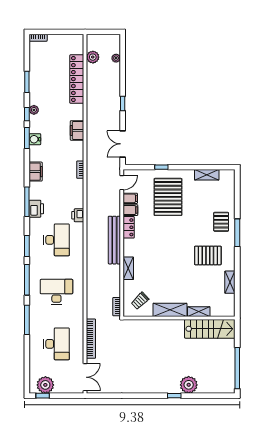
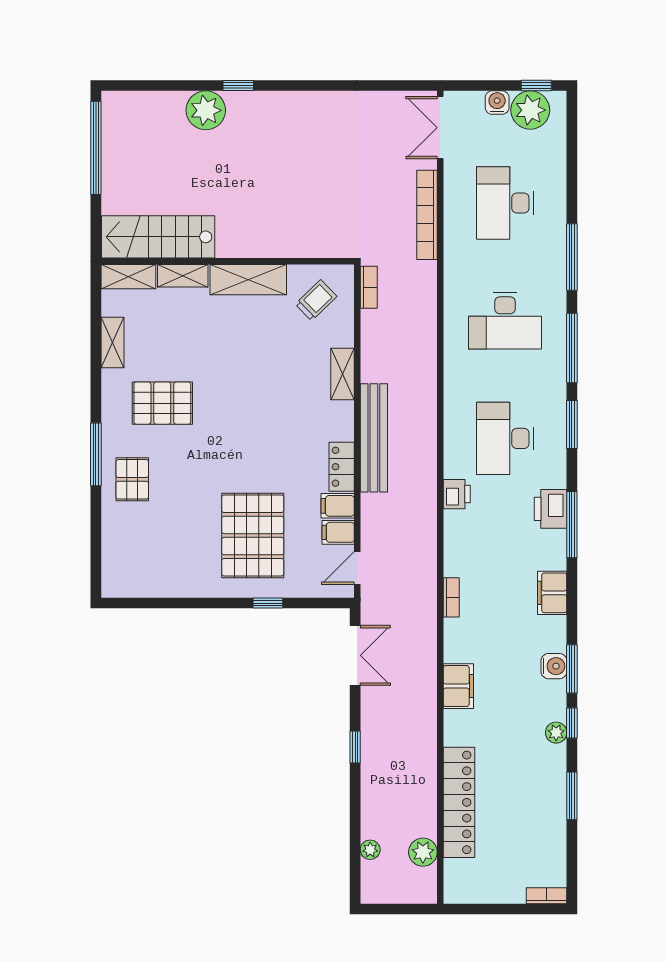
shelving: (207, 175) -> (128, 277), moved
water cooler: (60, 388) -> (497, 103), added

